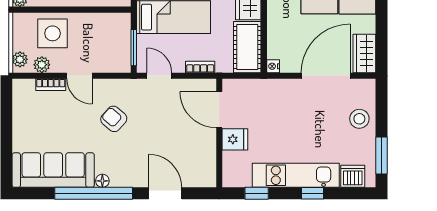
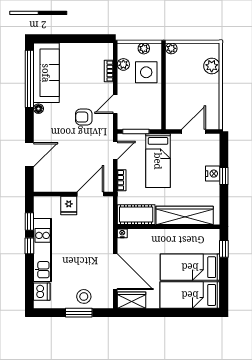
plant: (20, 59) -> (144, 48), moved
door: (79, 76) -> (115, 104), moved
armchair: (114, 119) -> (84, 117), turned -131
window: (381, 156) -> (79, 313), moved
window: (94, 193) -> (29, 79), moved
window: (312, 193) -> (29, 246), moved

